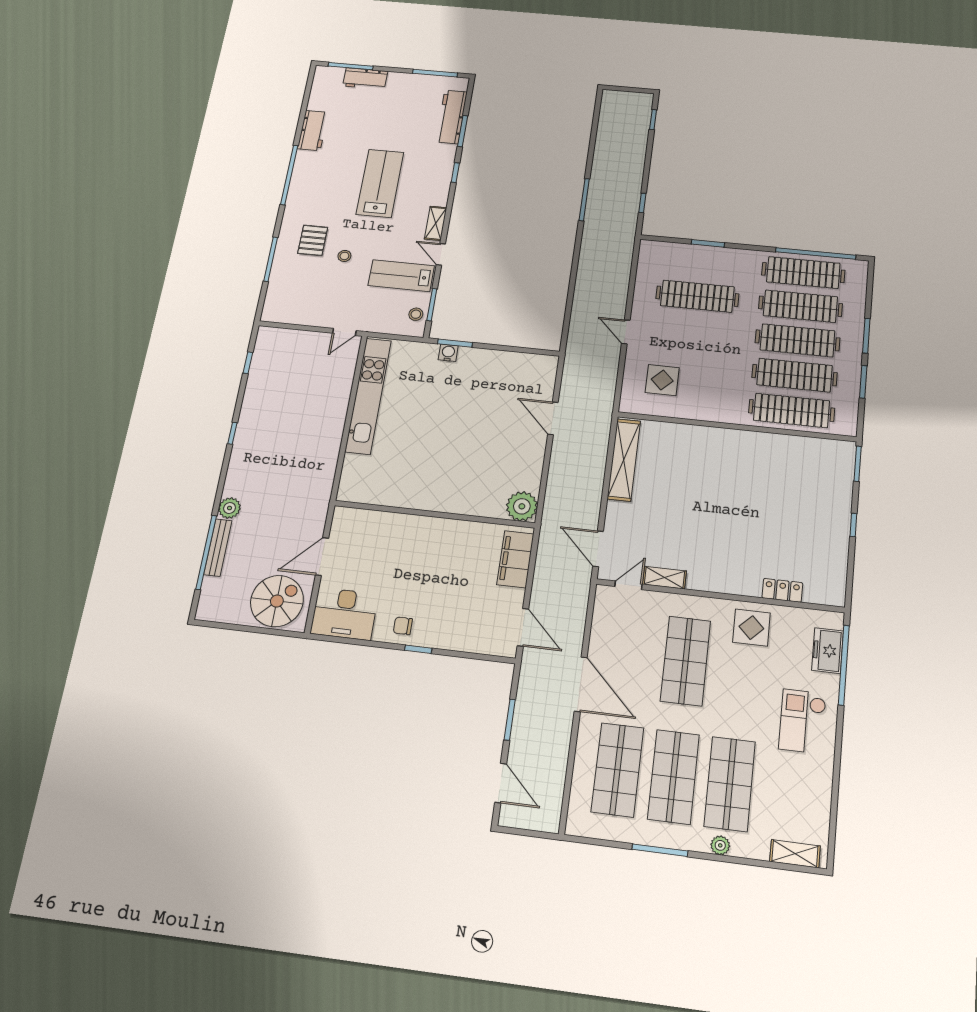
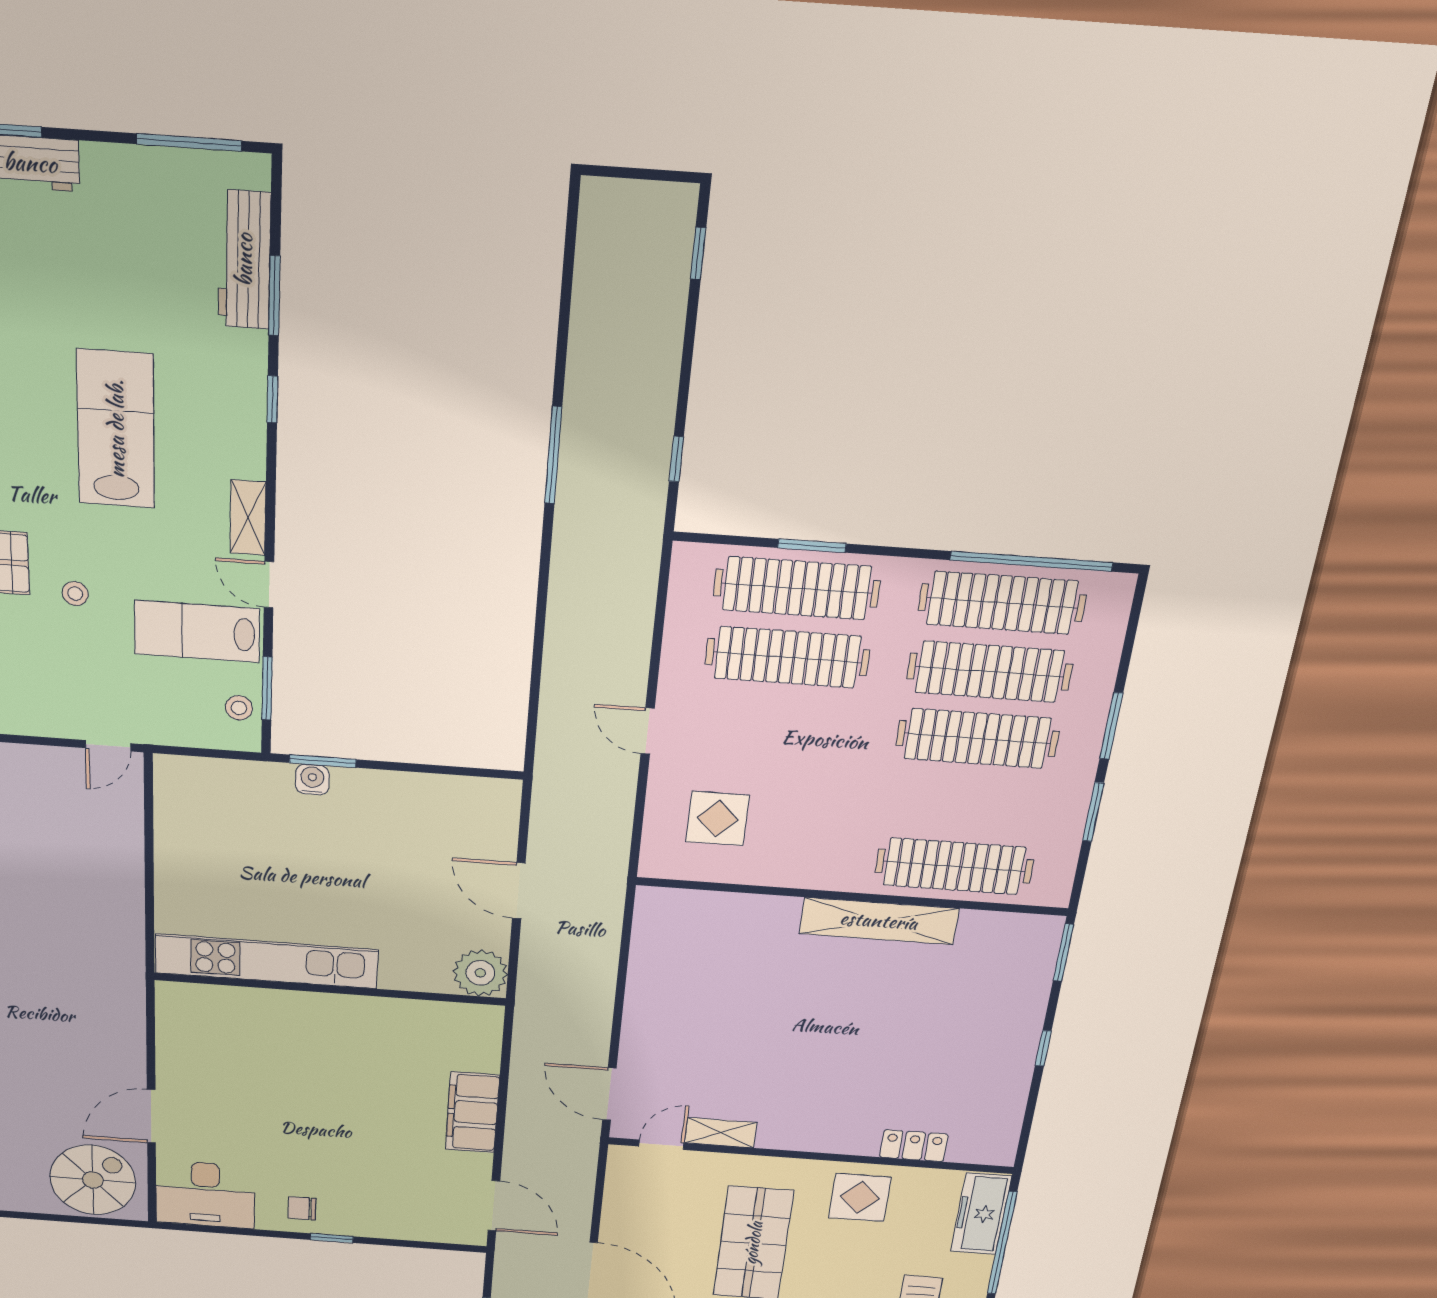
clothes rail: (795, 375) -> (797, 588), moved
kitchen unit: (368, 396) -> (266, 961), moved, turned -90
shelving: (624, 460) -> (879, 921), moved, turned 90
plant: (522, 506) -> (480, 973), moved
wall: (434, 514) -> (330, 989), moved
freezer: (828, 651) -> (981, 1214), width x1.40

